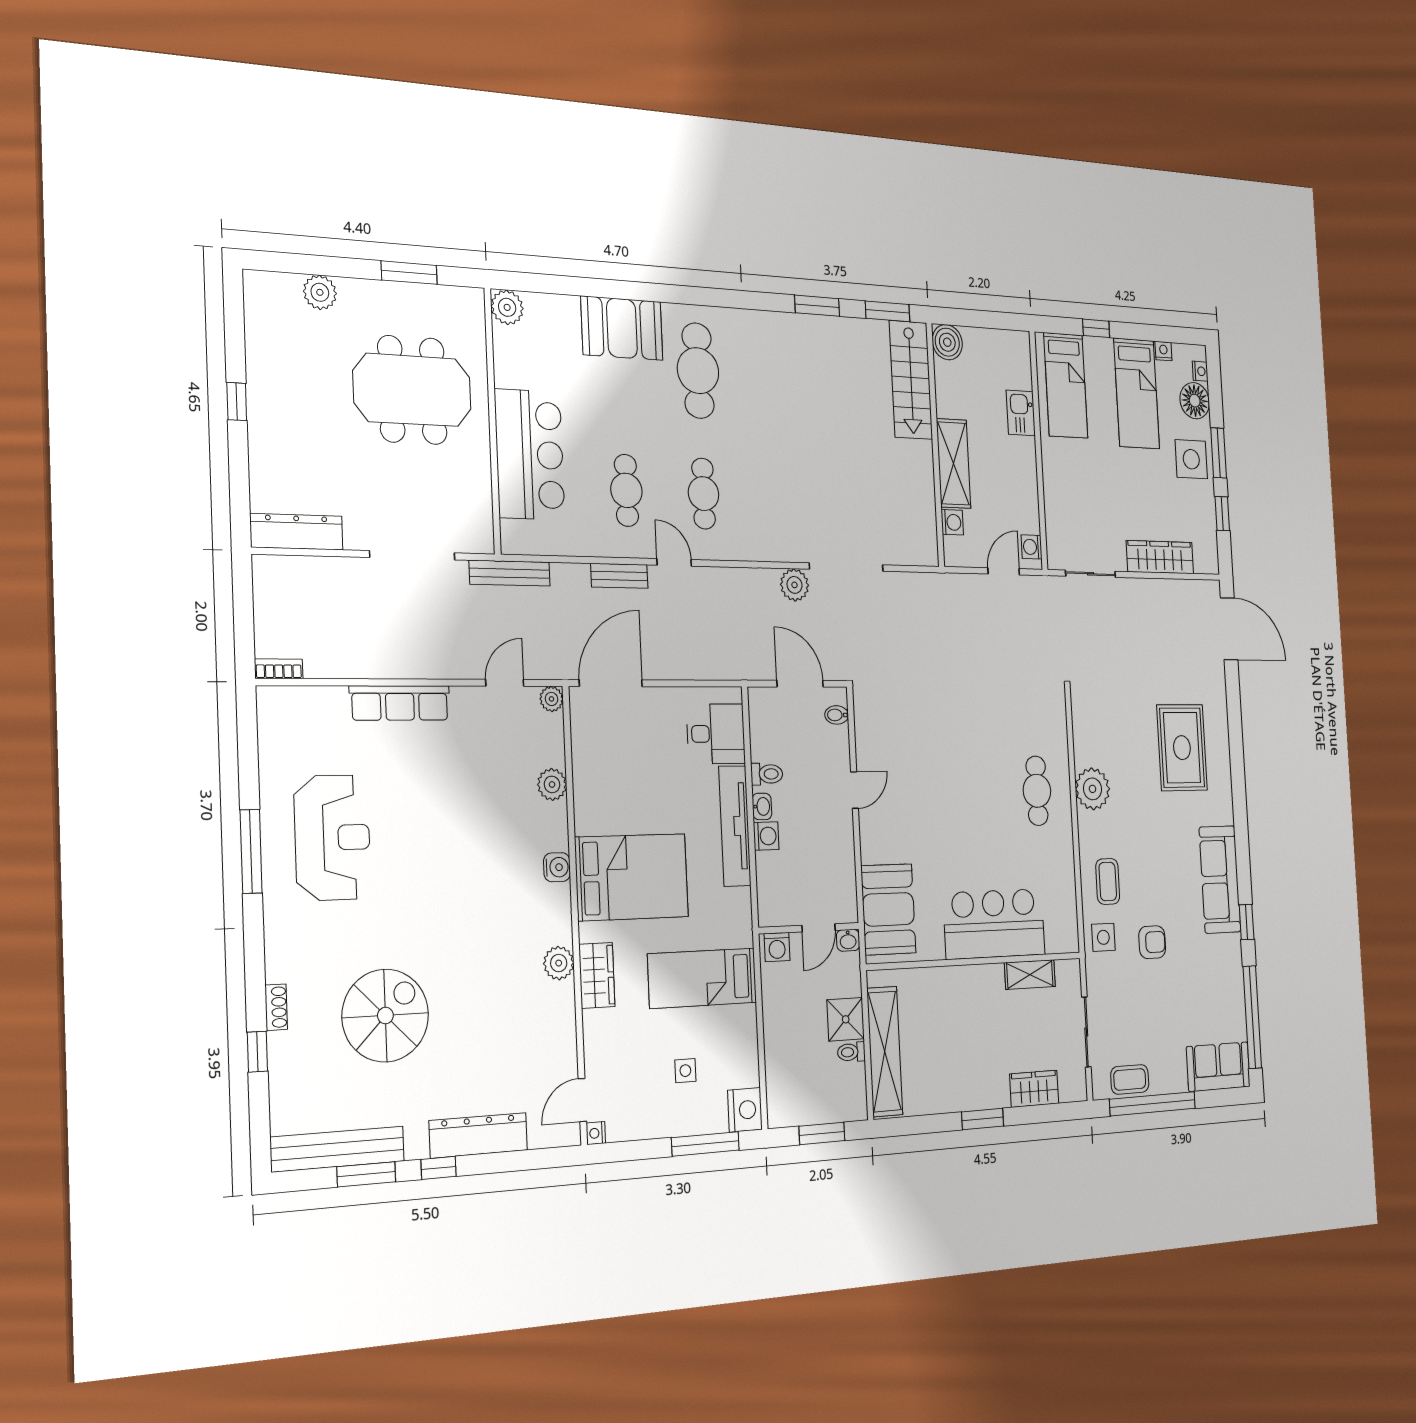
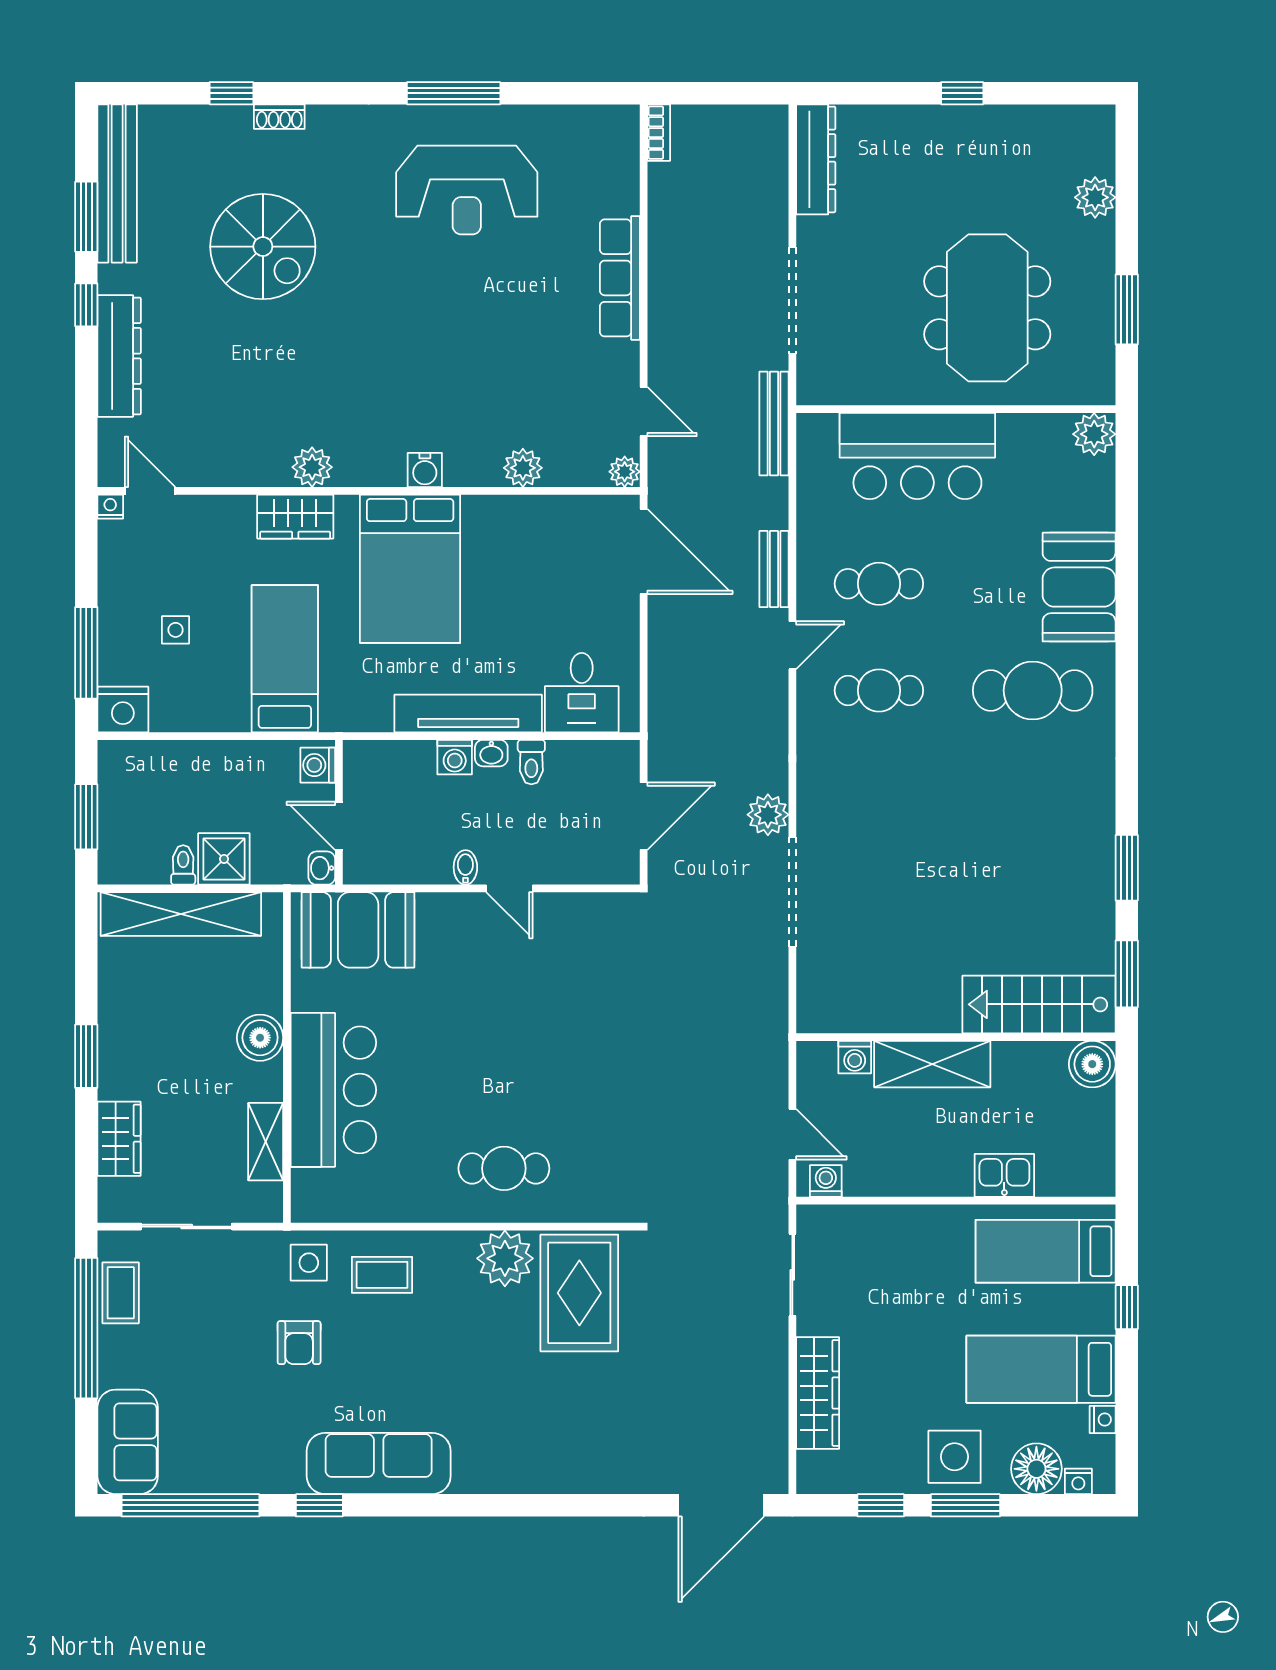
bidet: (837, 715) -> (465, 867), moved
rug: (1182, 748) -> (579, 1293), moved, turned 90
boiler: (963, 983) -> (260, 1038), added

